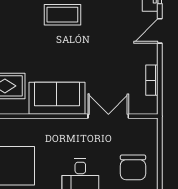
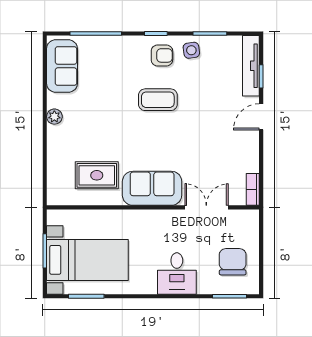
bookcase: (152, 80) -> (253, 189), moved
chair: (133, 167) -> (233, 262), turned 180

